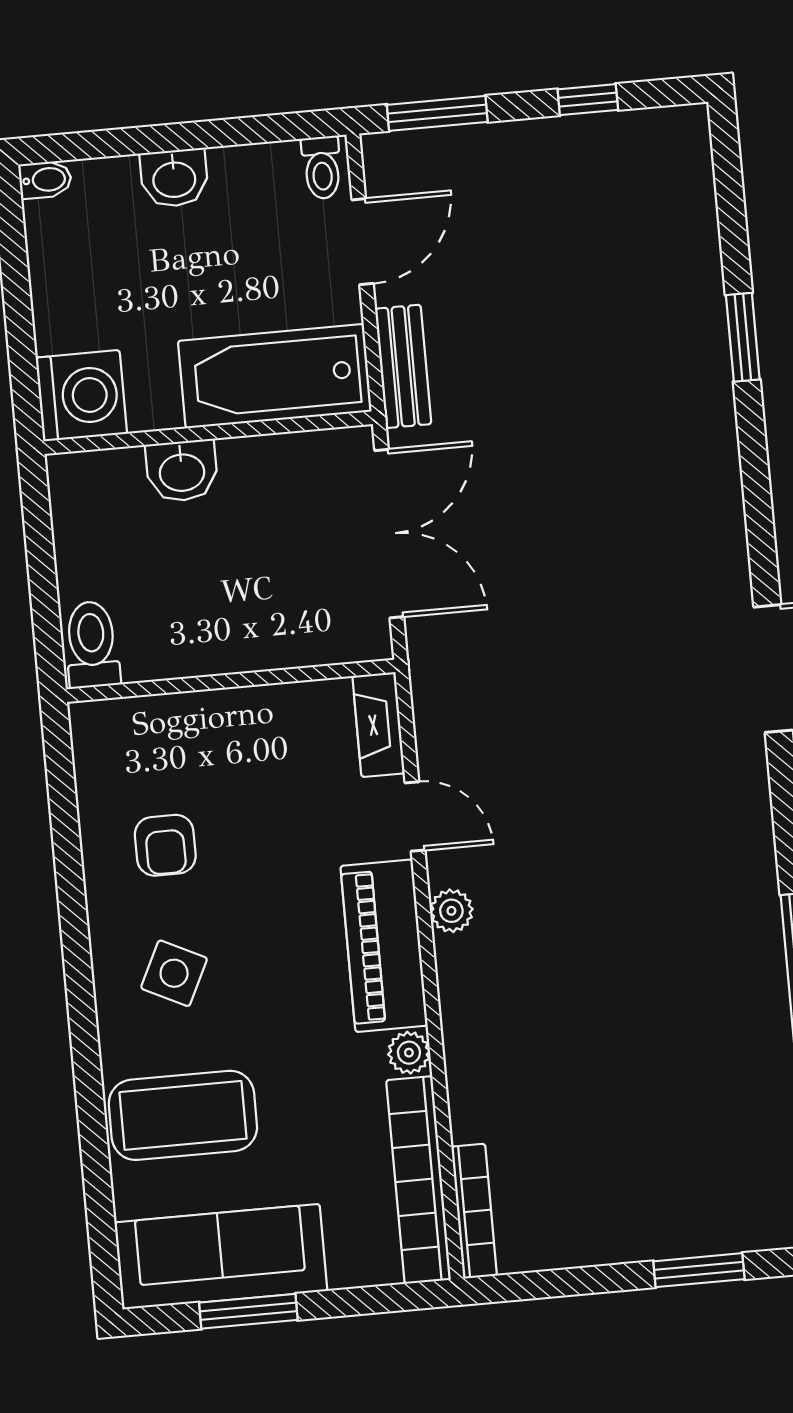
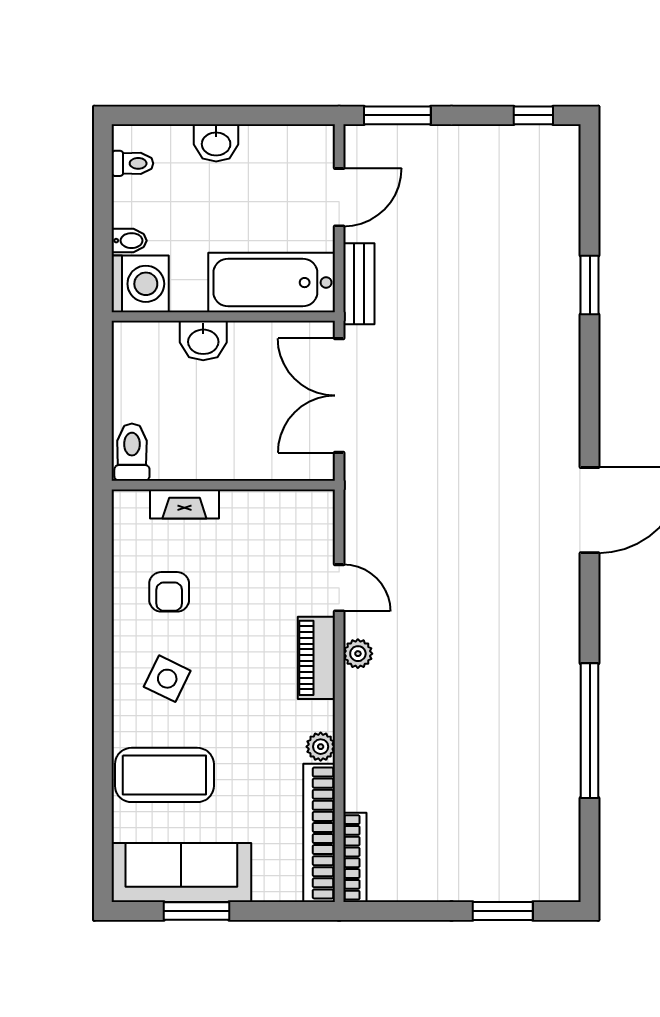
window: (588, 100) -> (533, 115), moved
toilet: (322, 168) -> (132, 163), moved, turned -90
bidet: (45, 180) -> (129, 241), moved
double door: (389, 534) -> (339, 396), swing flipped
fireplace: (379, 725) -> (184, 504), moved, turned -90
piano: (384, 946) -> (316, 658), width x0.73, depth x0.75

